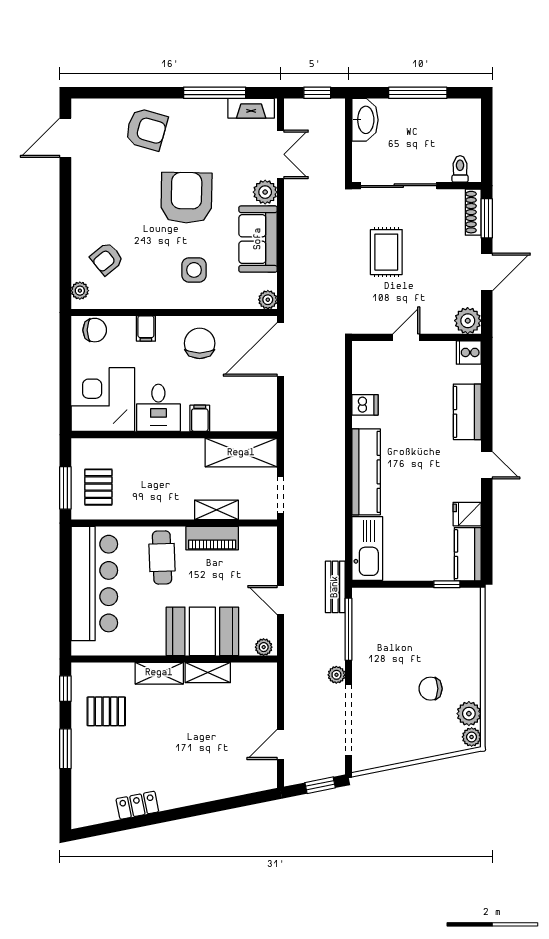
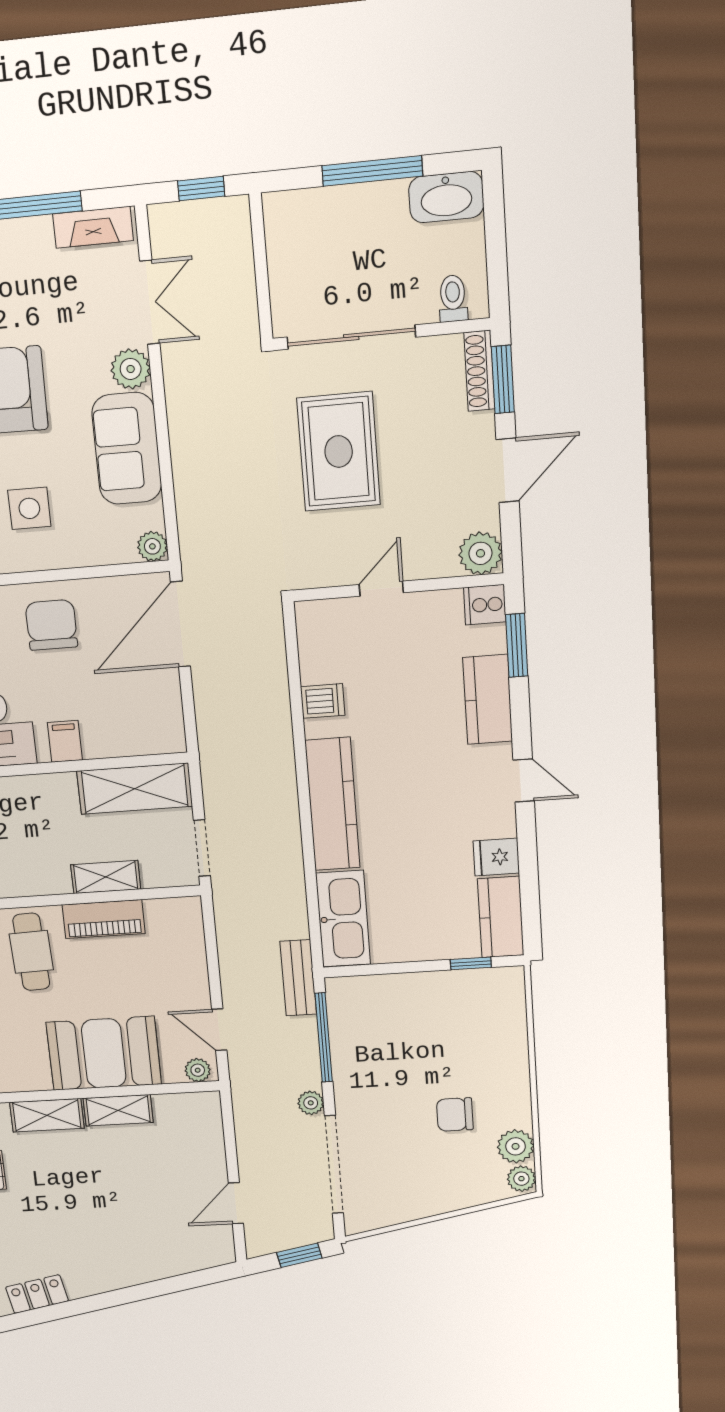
washbasin: (365, 120) -> (446, 197), moved, turned 90
rug: (386, 252) -> (339, 451), width x1.36, depth x1.43
window: (487, 379) -> (517, 645), added
door: (281, 600) -> (219, 1030), moved

